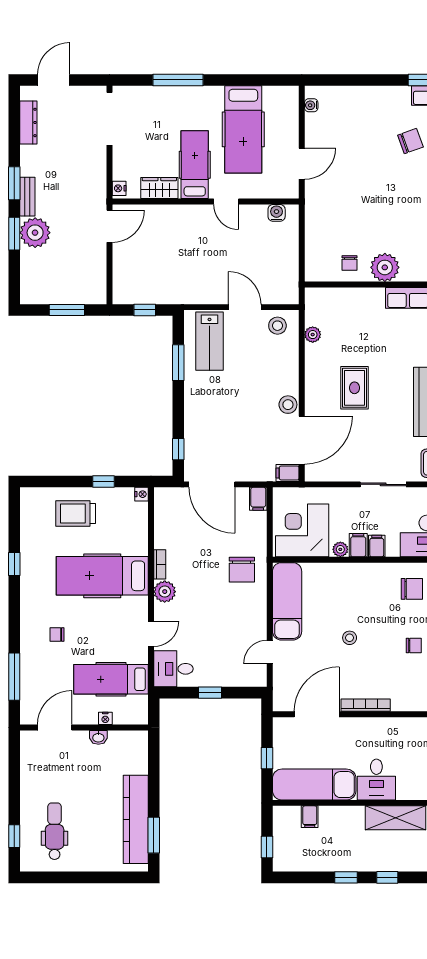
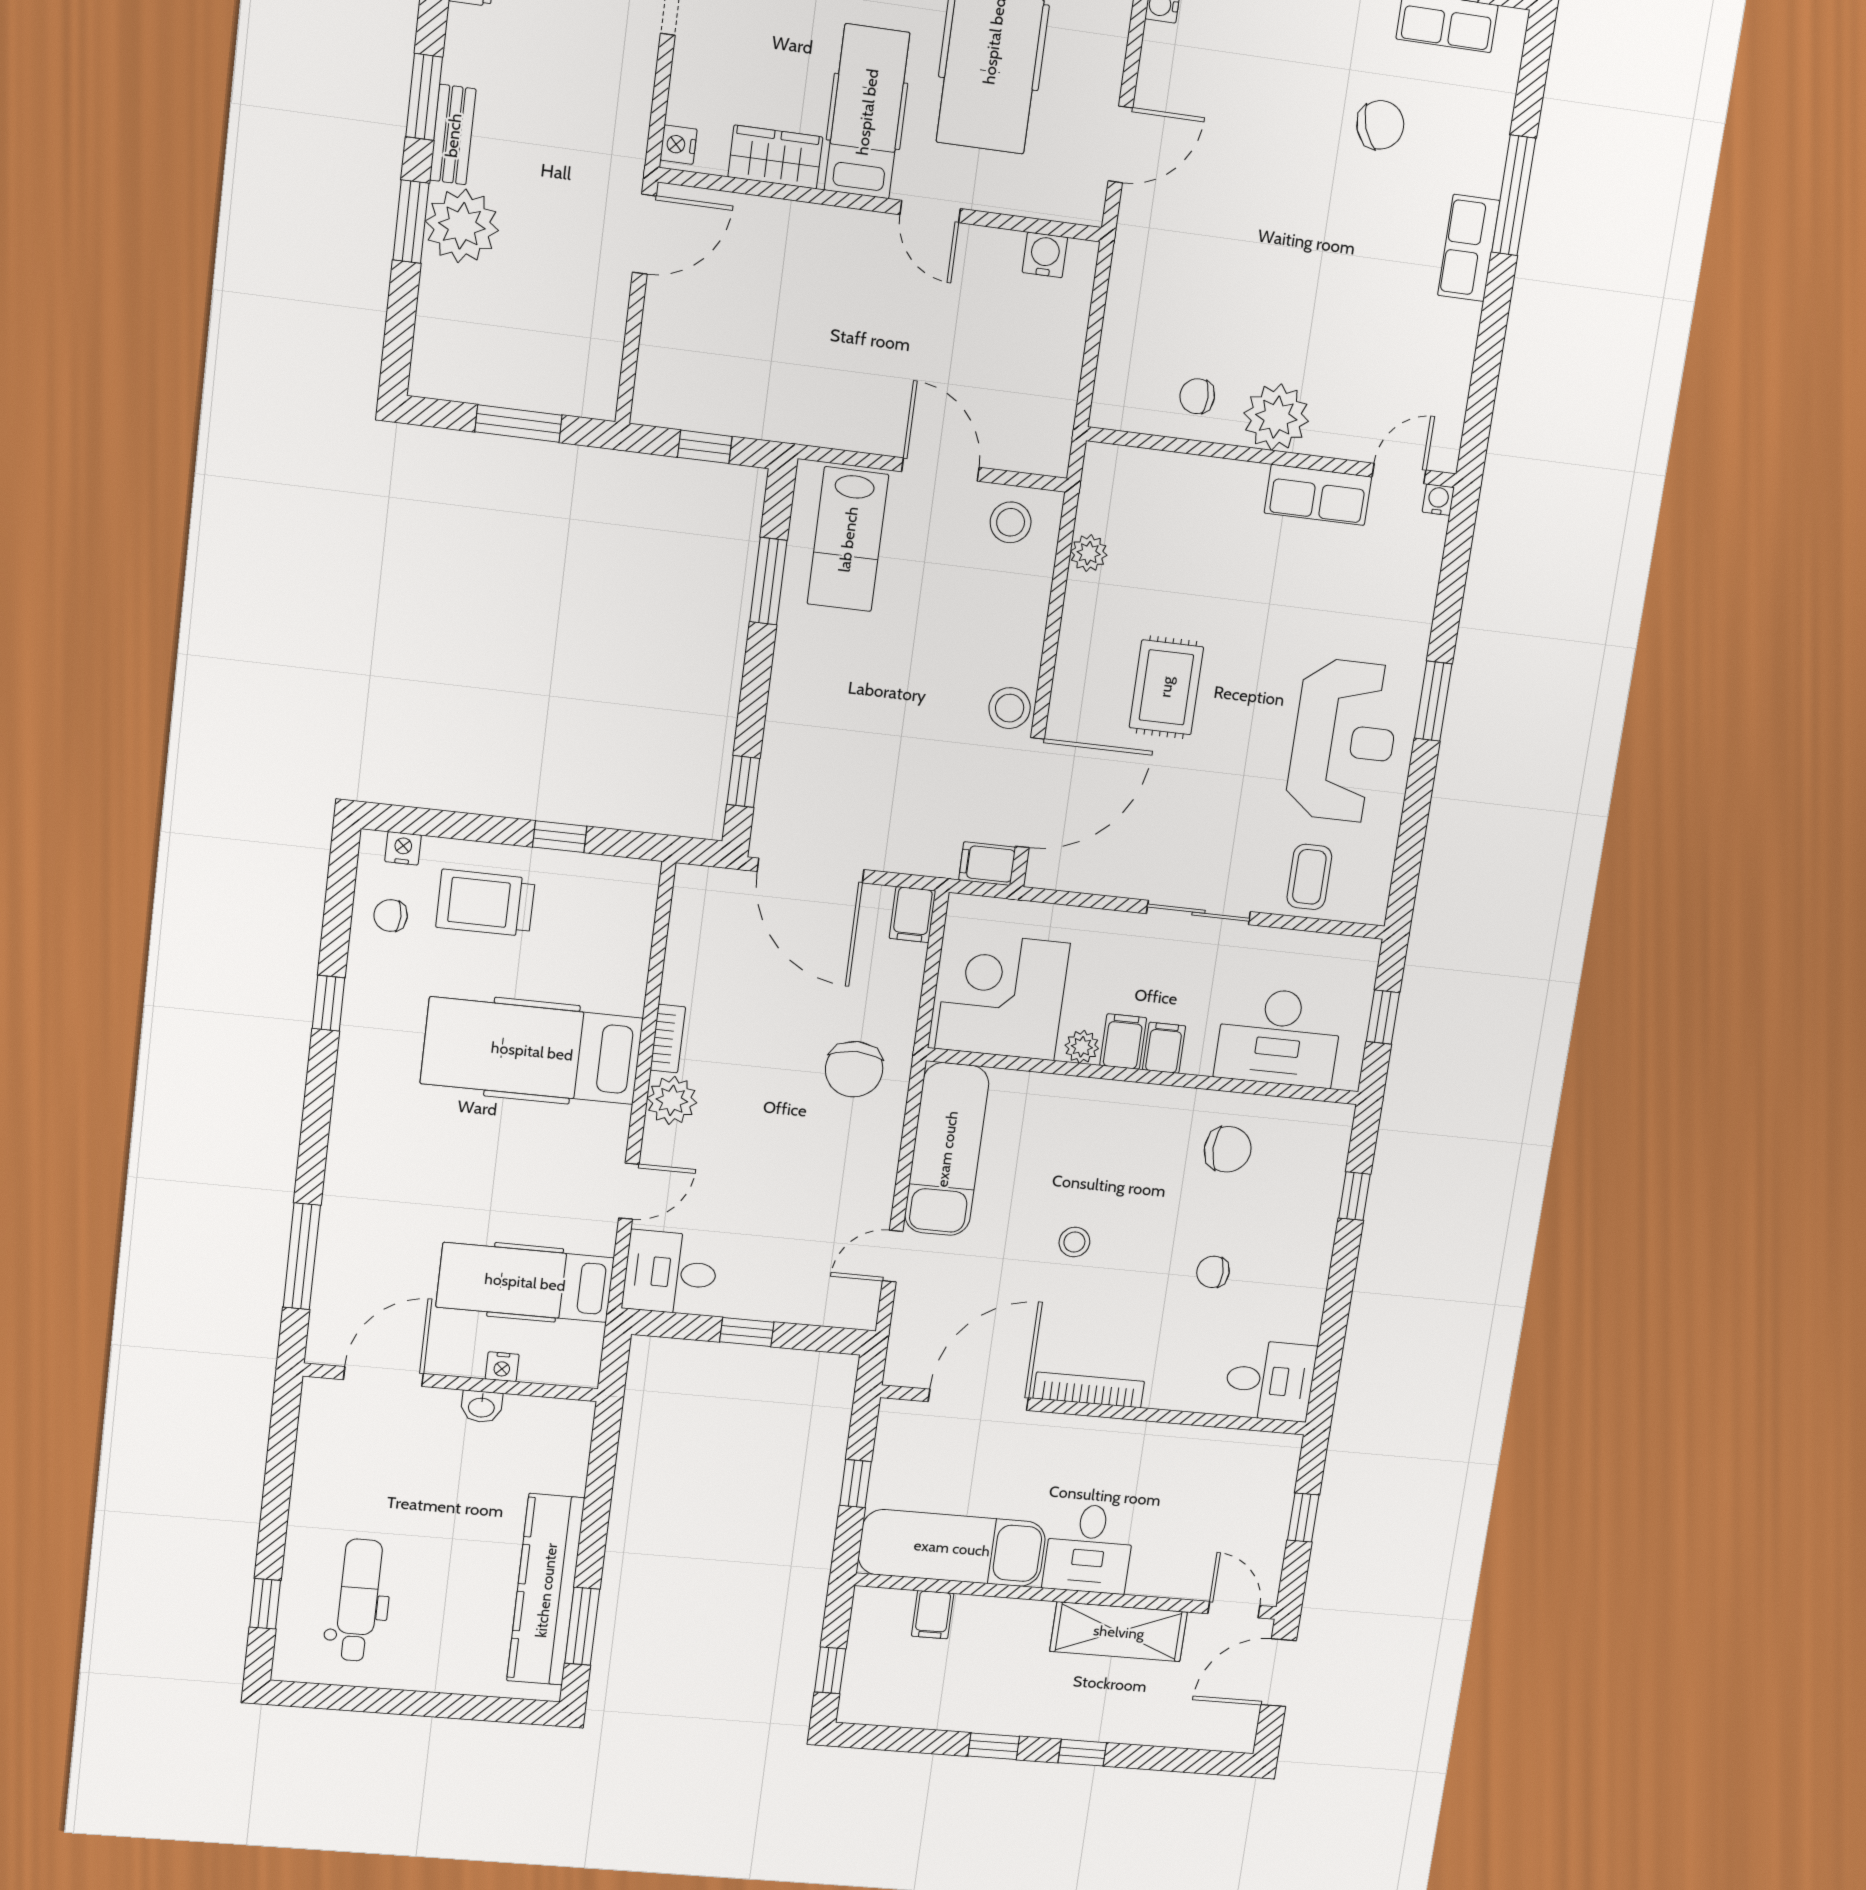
chair: (350, 263) -> (1197, 396), turned 90
nightstand: (142, 494) -> (403, 848), moved, turned -90
chair: (57, 635) -> (391, 916), moved
chair: (414, 645) -> (1213, 1272), turned 180

